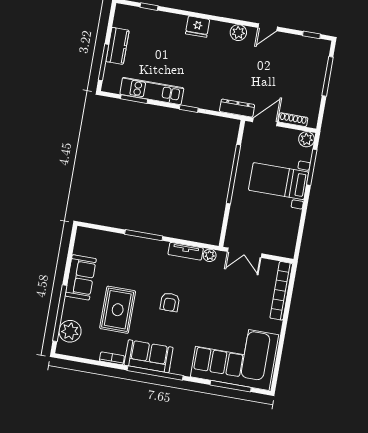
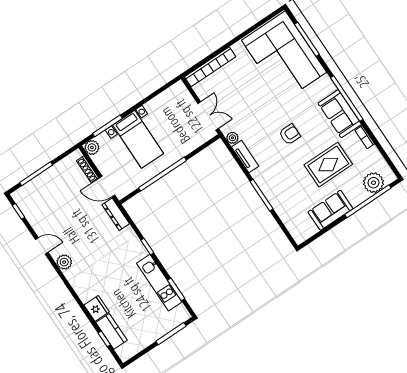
fridge: (198, 27) -> (97, 308), moved
kitchen counter: (118, 46) -> (111, 331), moved, turned 90

